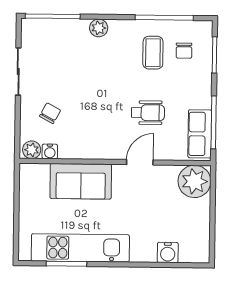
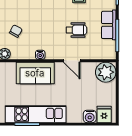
row of seats: (200, 134) -> (109, 25), moved
water cooler: (50, 151) -> (40, 55), moved
door: (140, 162) -> (72, 61), swing flipped
fridge: (191, 250) -> (104, 114), added

